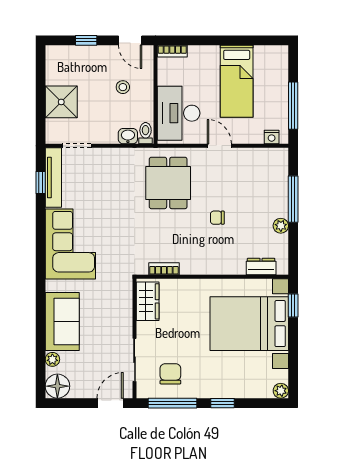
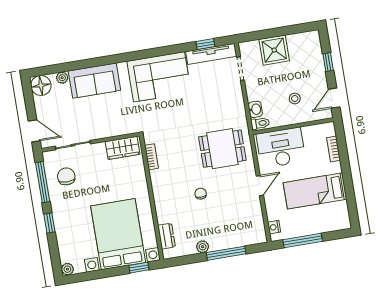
bookcase: (172, 51) -> (333, 149), moved
chair: (170, 374) -> (66, 176), turned -90

